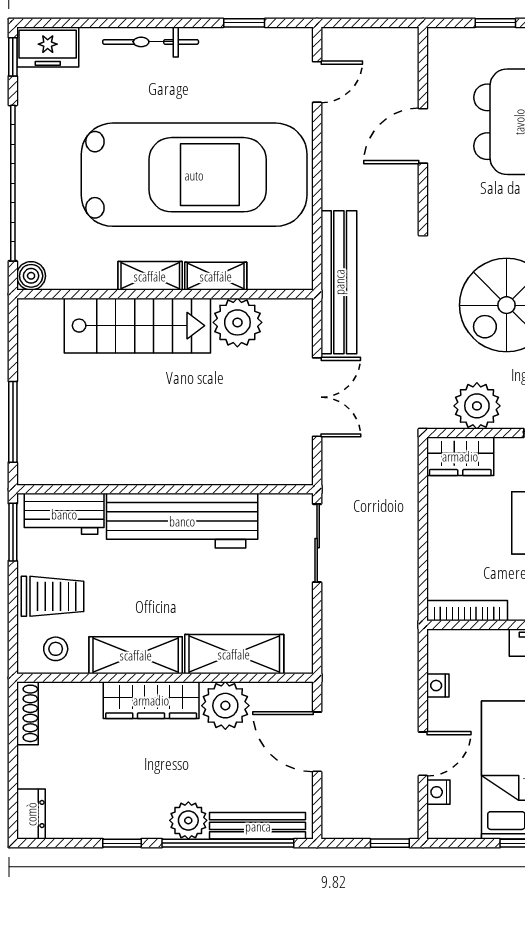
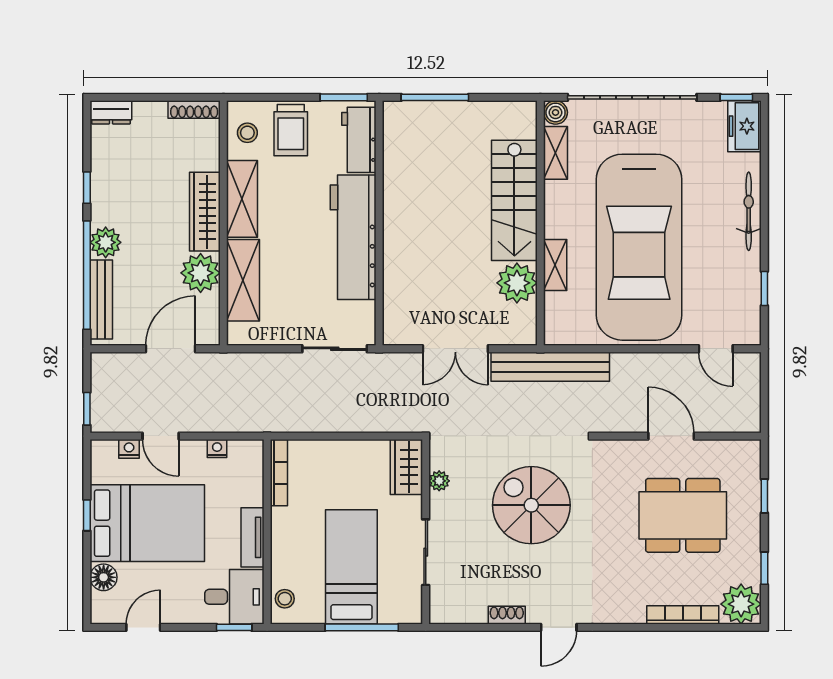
shelving: (150, 276) -> (556, 153), moved
plant: (477, 406) -> (439, 481), width x0.53, depth x0.53

